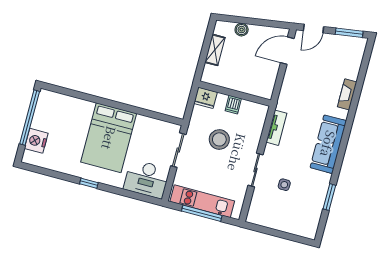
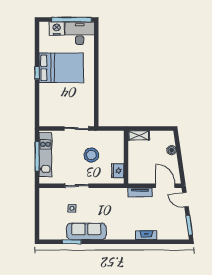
shelving: (215, 50) -> (139, 135), moved
fridge: (206, 98) -> (118, 171), moved
dishwasher: (233, 105) -> (118, 158), removed
tv unit: (276, 128) -> (140, 192), moved
bed: (109, 138) -> (61, 68), moved, turned 180
sofa: (328, 144) -> (86, 231), moved
desk: (147, 179) -> (80, 33), moved, turned 90

